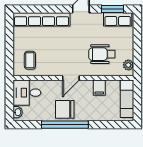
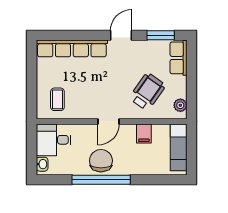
row of seats: (118, 19) -> (179, 58), moved, turned 90
wheelchair: (102, 54) -> (147, 92), turned 125
chair: (65, 109) -> (101, 161), turned 90

